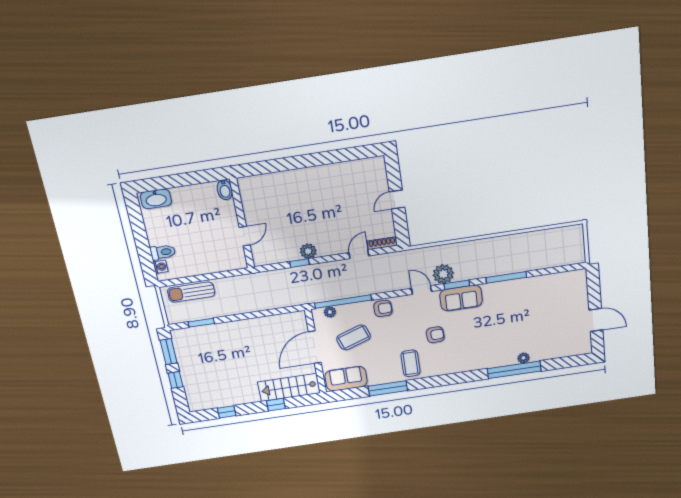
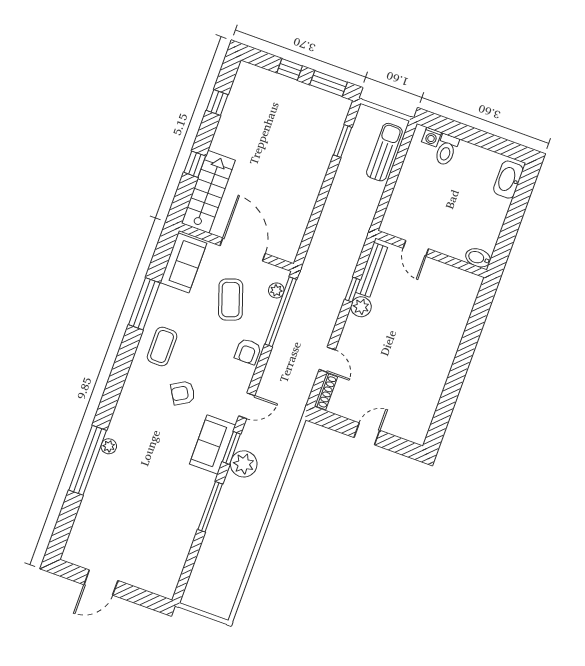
door: (397, 199) -> (367, 434), hinge flipped
bench: (278, 258) -> (372, 270), added
plant: (443, 274) -> (244, 464), moved
armchair: (435, 335) -> (183, 393), turned 62
plant: (523, 358) -> (109, 446), moved
coffee table: (411, 363) -> (162, 346), turned 90

